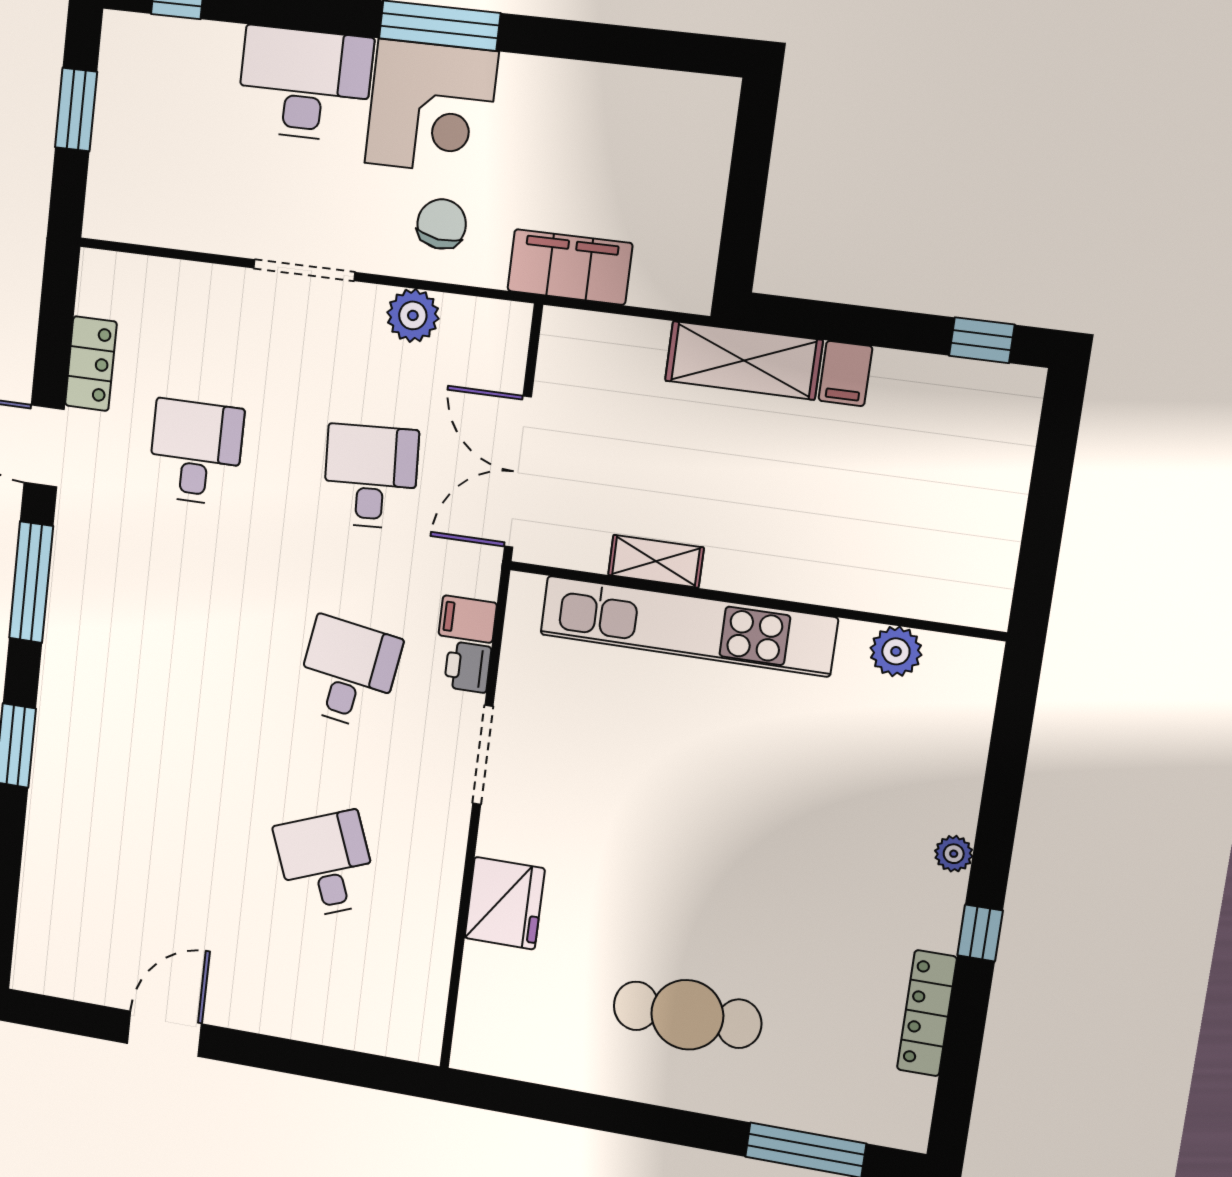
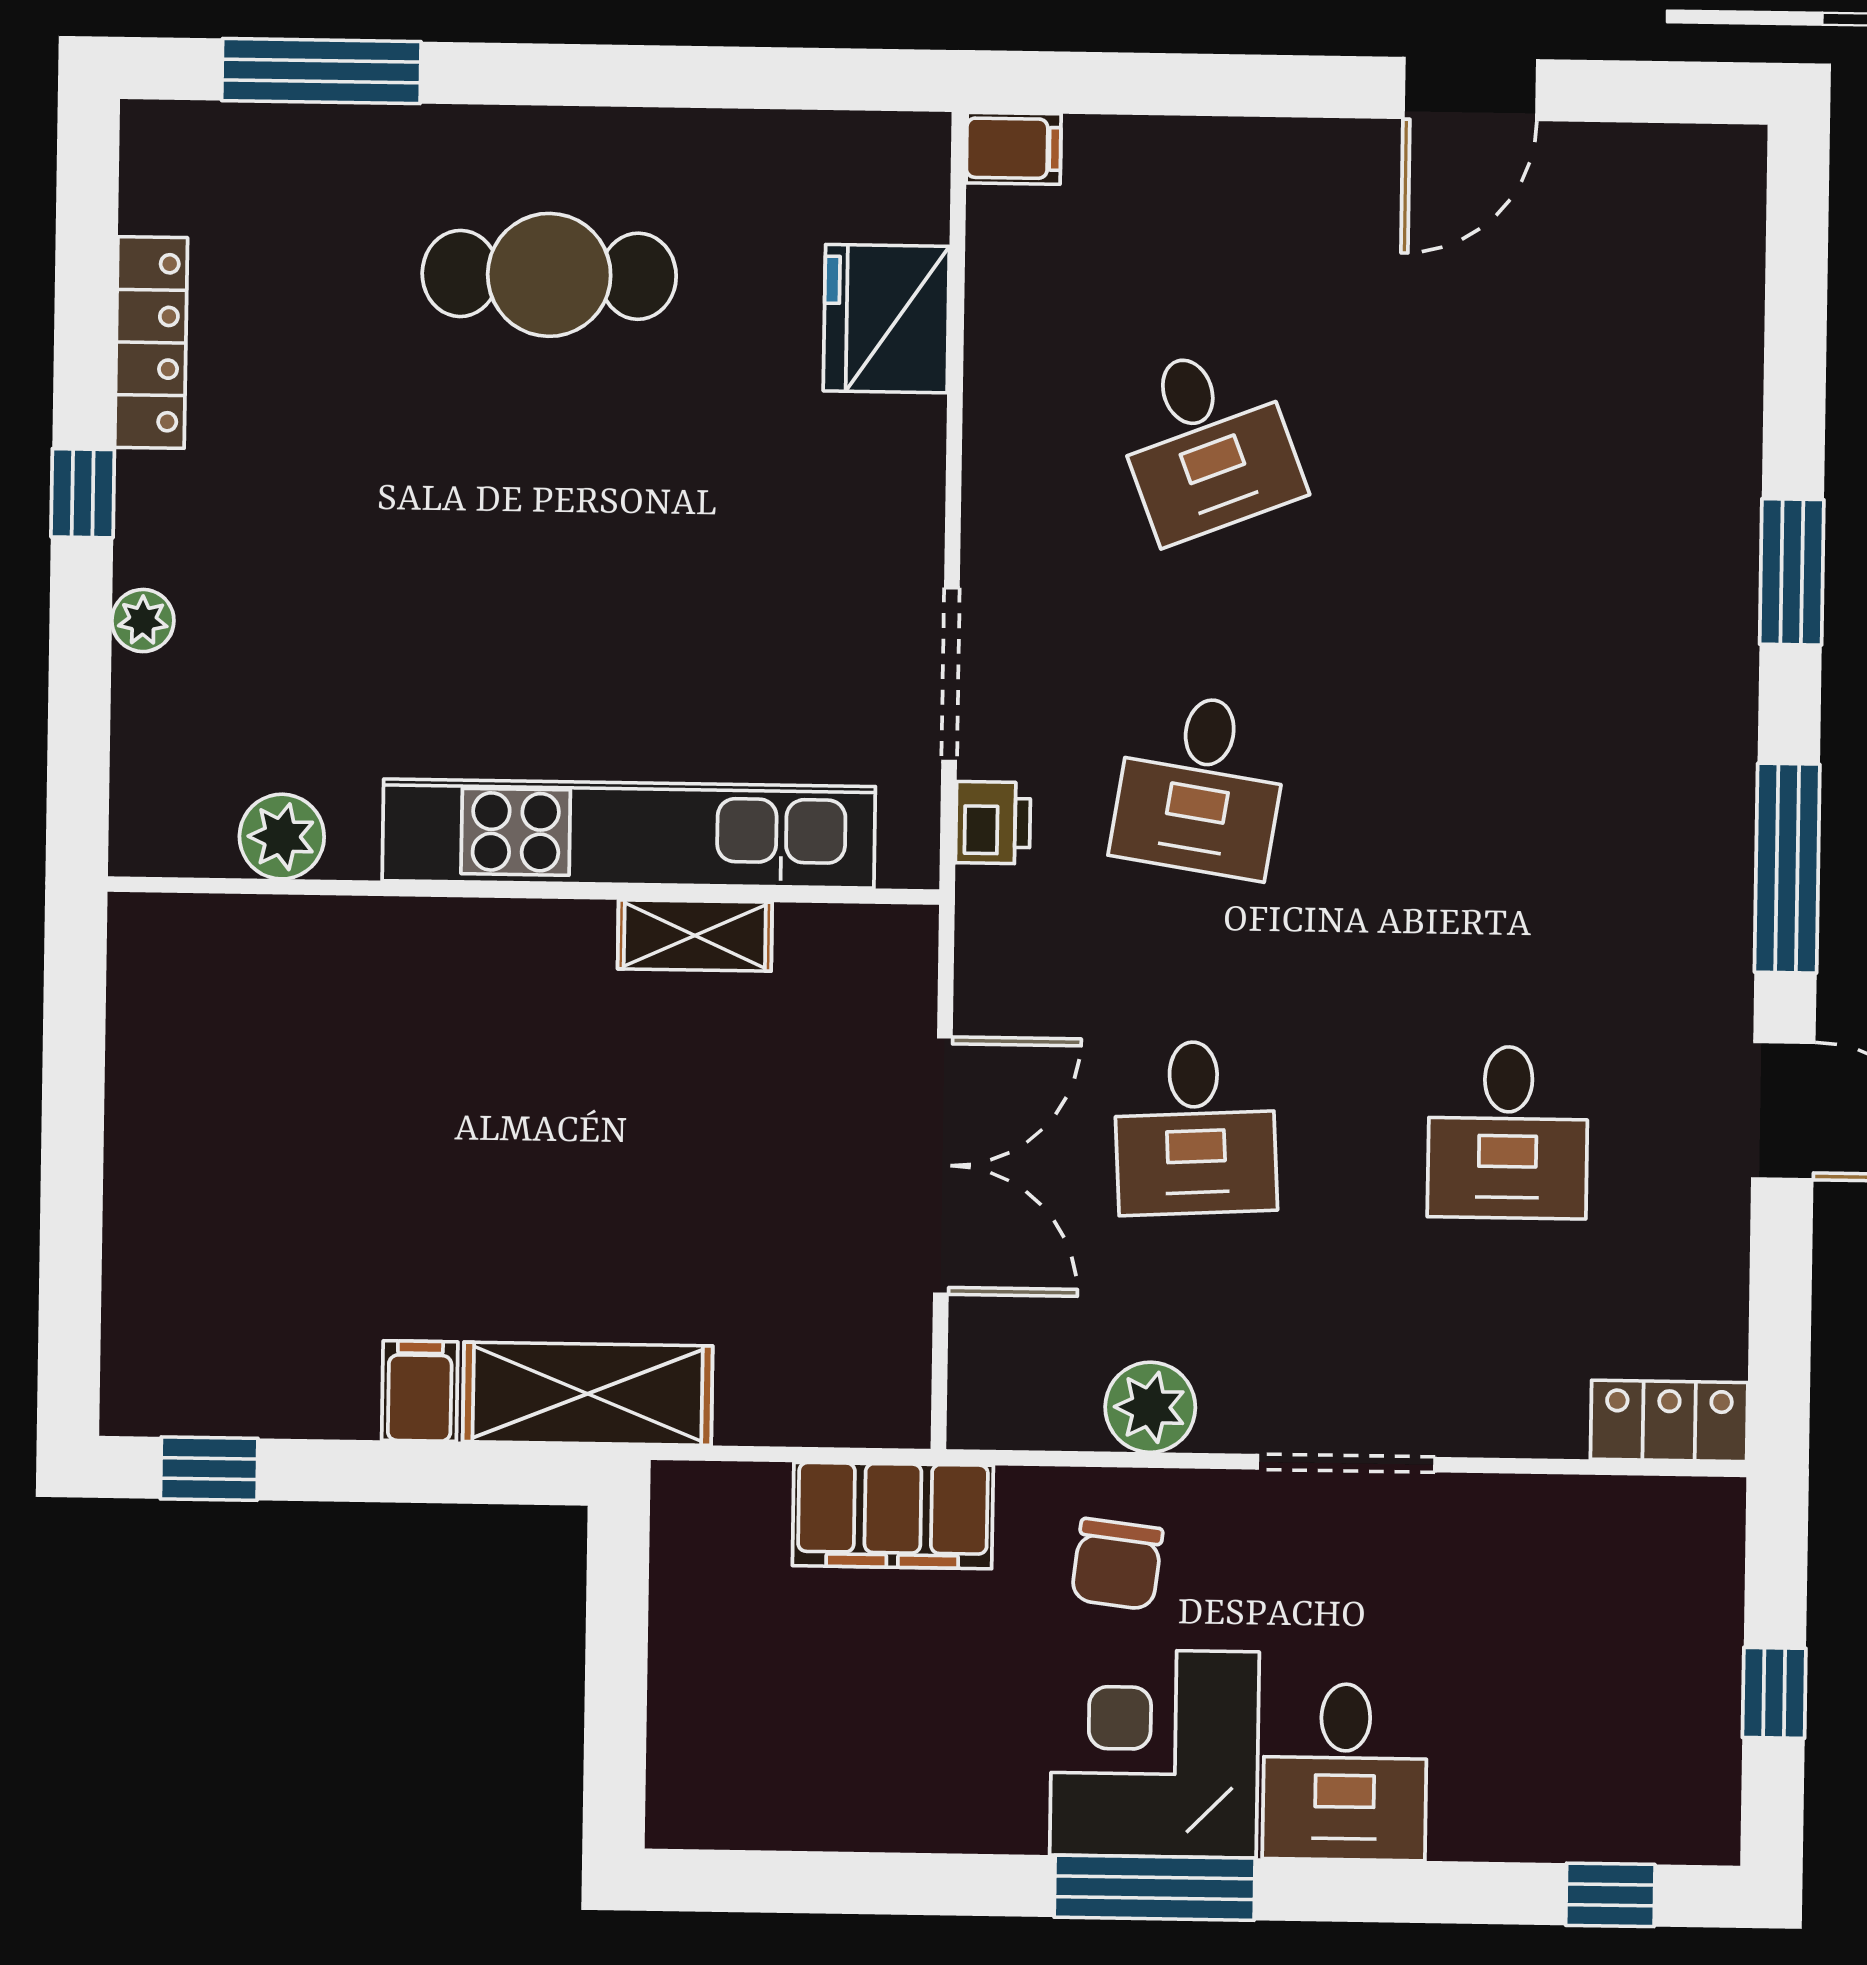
desk: (305, 84) -> (1345, 1772), width x0.73
window: (76, 110) -> (1774, 1693), width x0.67
locker: (91, 364) -> (1669, 1421), moved, turned 90
shelving: (656, 561) -> (695, 936), moved
wall: (754, 601) -> (523, 891), moved
filing cabinet: (468, 619) -> (1014, 148), moved
kitchen unit: (688, 626) -> (629, 834), moved
plant: (896, 651) -> (282, 837), moved
fridge: (505, 903) -> (886, 319), moved

